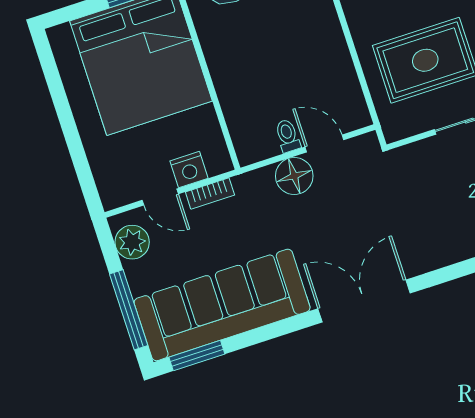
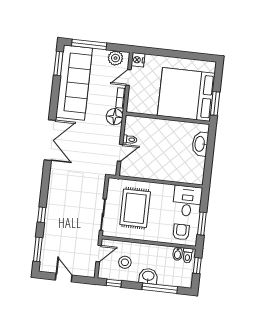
nightstand: (189, 170) -> (138, 60), moved
floor lamp: (294, 176) -> (115, 117), moved

